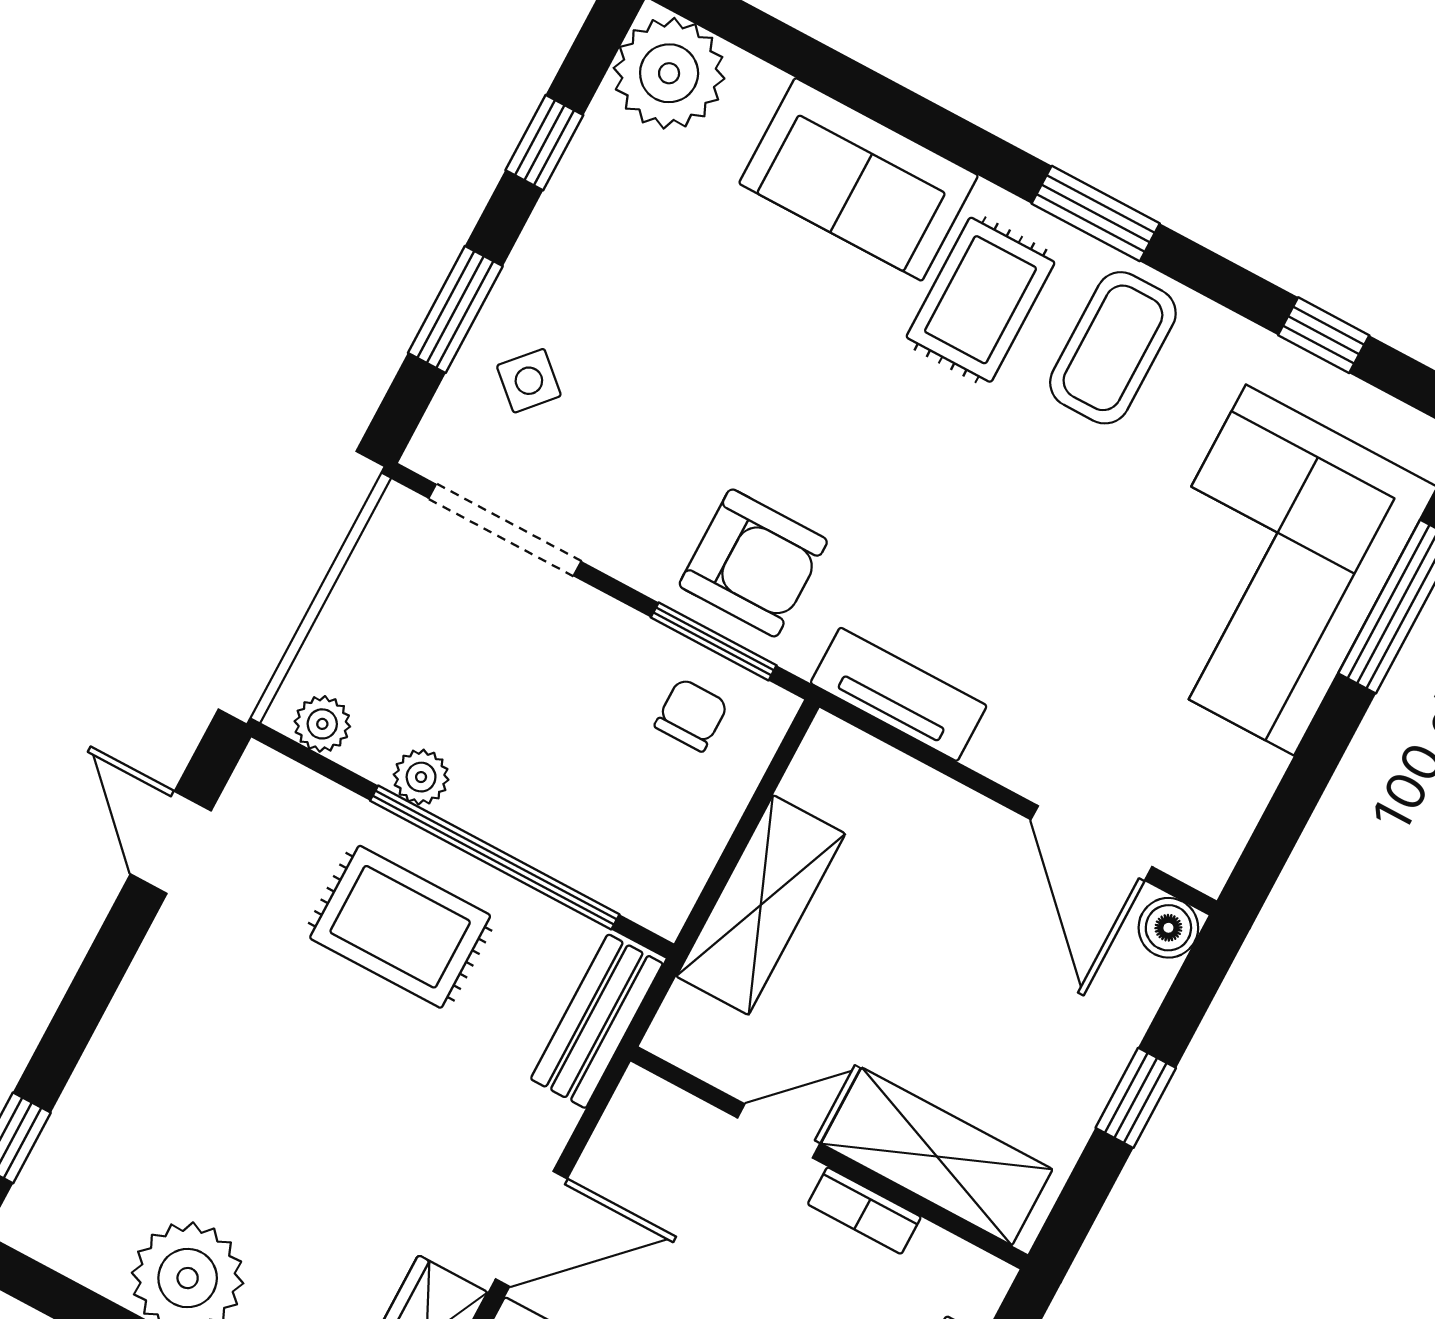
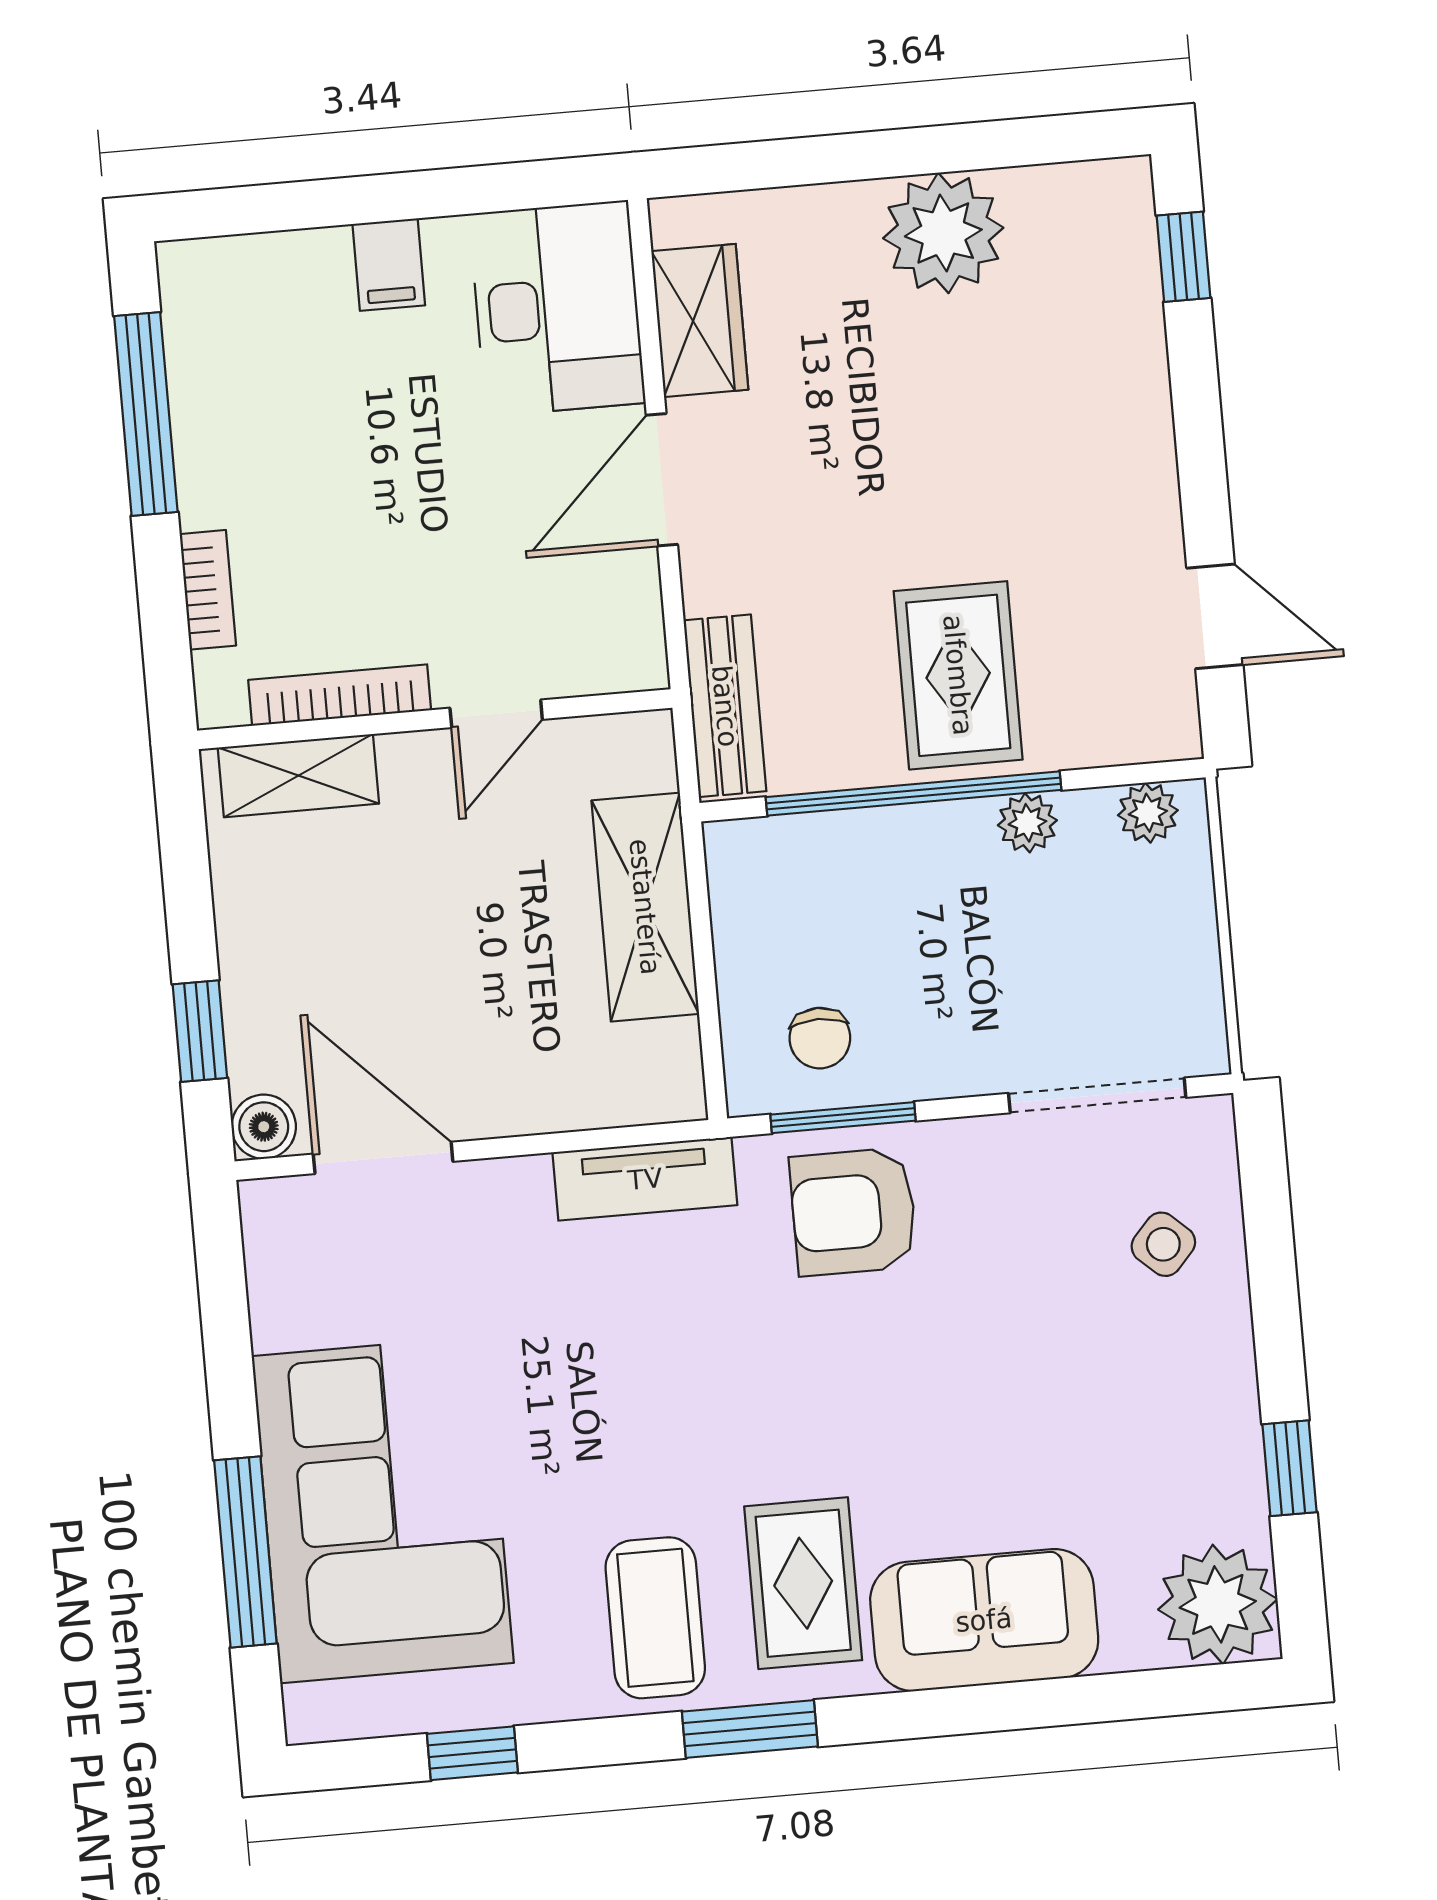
window: (455, 309) -> (1272, 1265), removed
rug: (400, 927) -> (958, 675), turned 90
window: (1136, 1098) -> (200, 1031), moved
shelving: (937, 1156) -> (298, 776), width x0.67, depth x0.75
bookcase: (864, 1211) -> (340, 695), width x1.56

